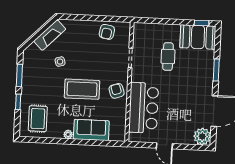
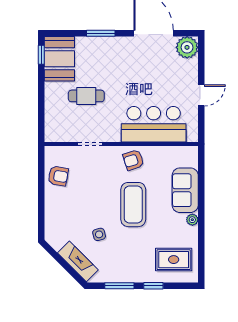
fireplace: (50, 35) -> (78, 261), moved

